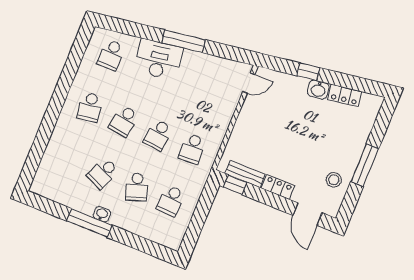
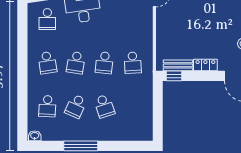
school desk: (171, 201) -> (47, 106), moved
washbasin: (102, 214) -> (35, 136), moved

